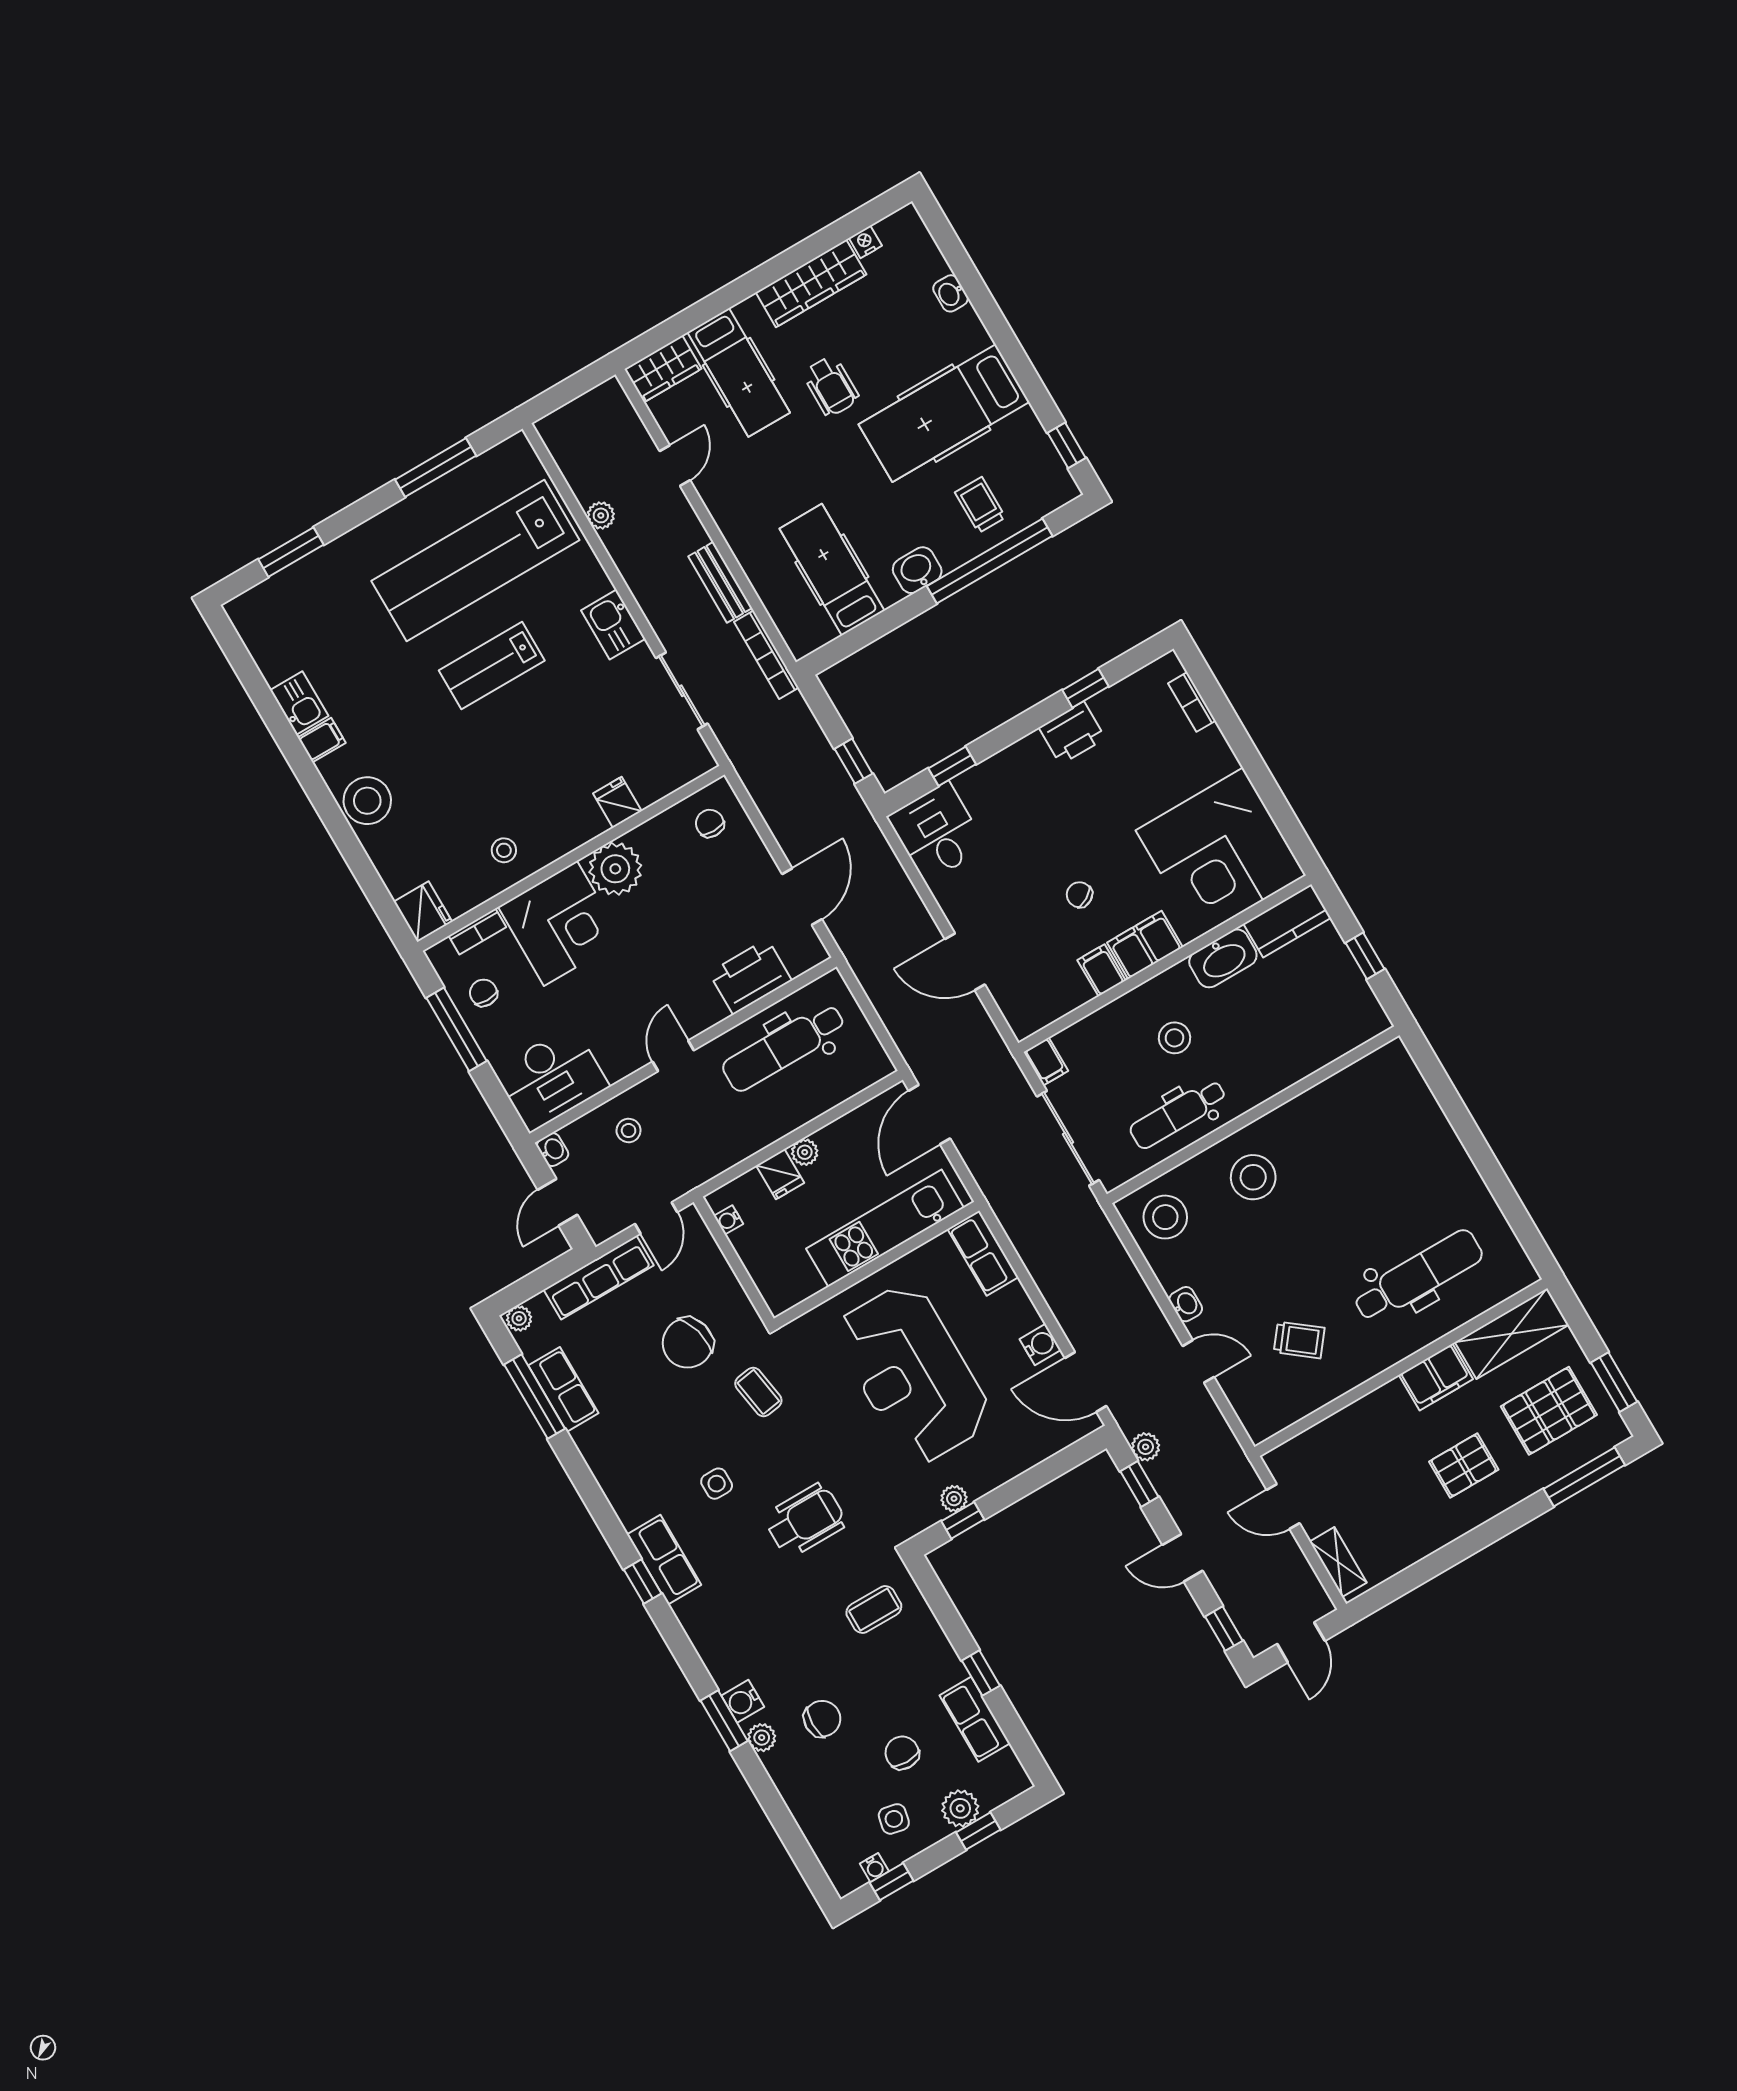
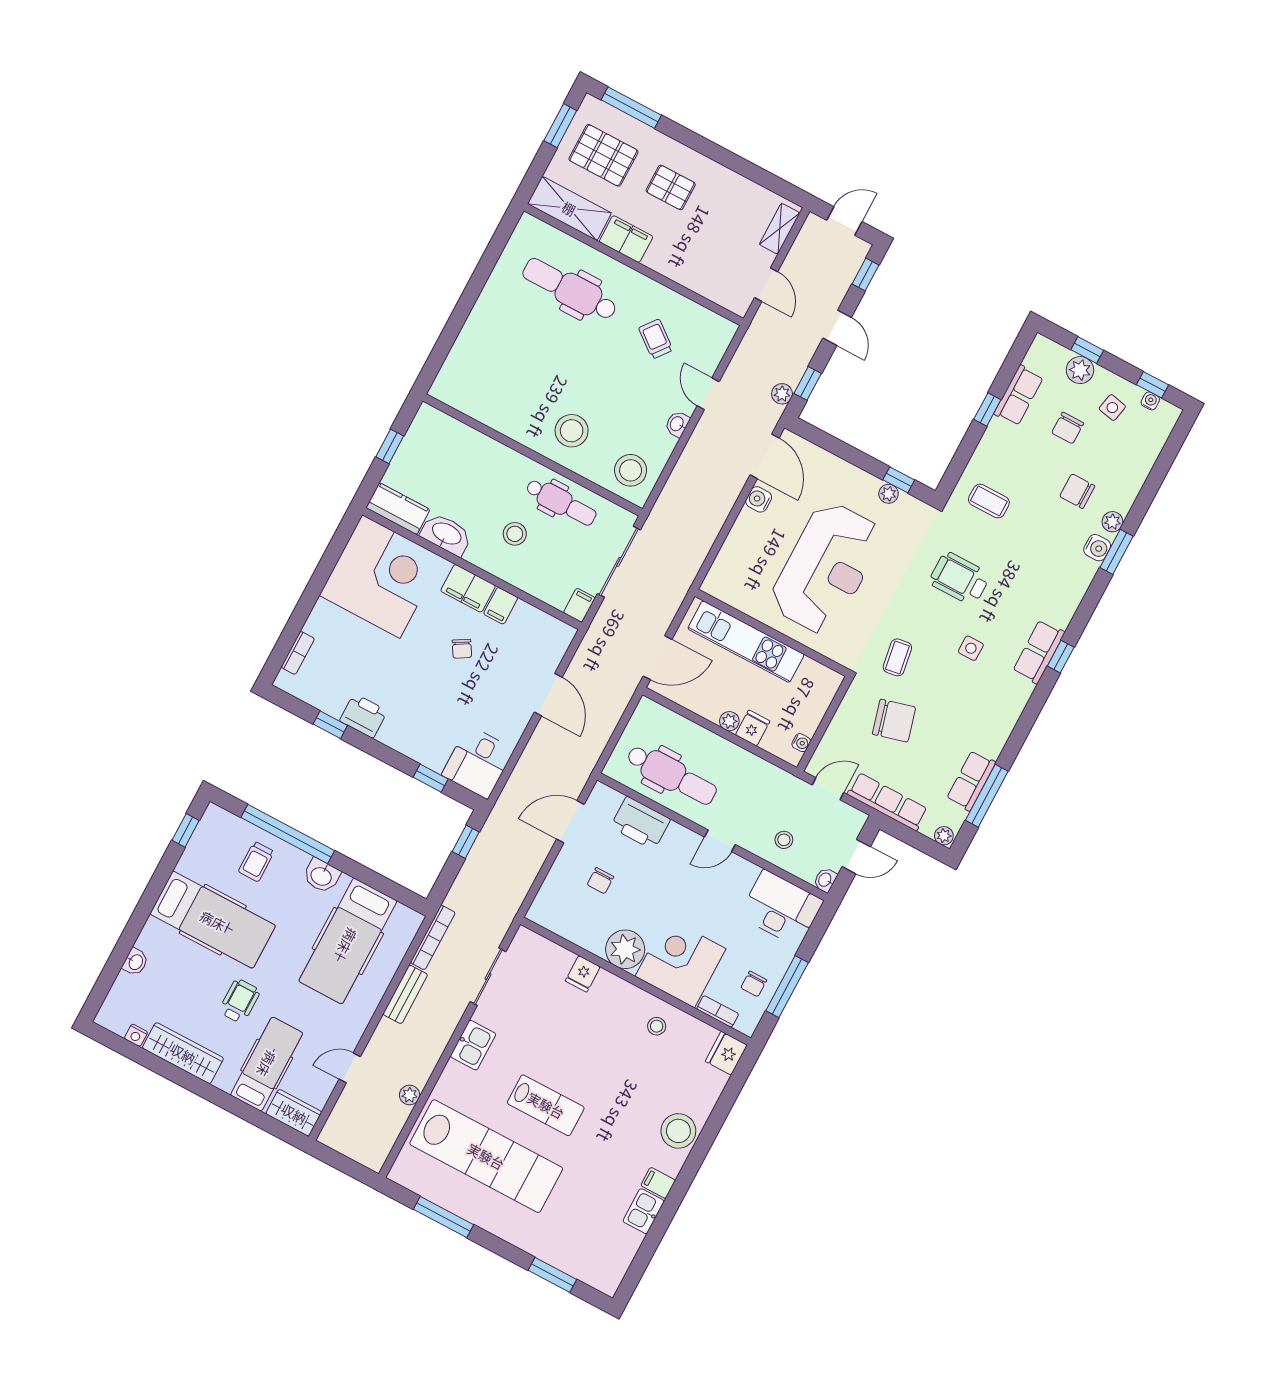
hospital bed: (832, 570) -> (348, 941), width x1.37, depth x1.29
chair: (710, 823) -> (600, 881), moved
row of seats: (983, 1253) -> (724, 571), removed

